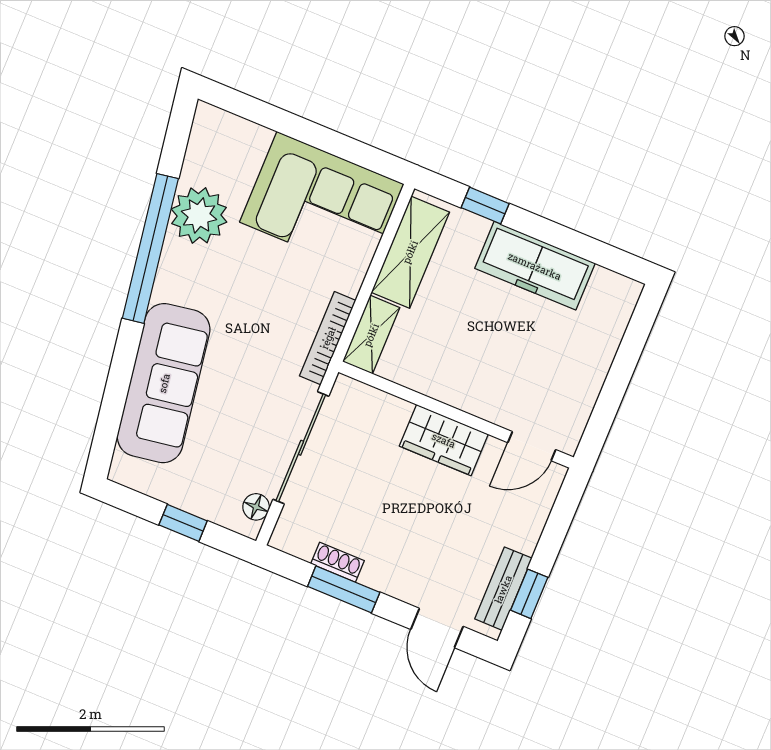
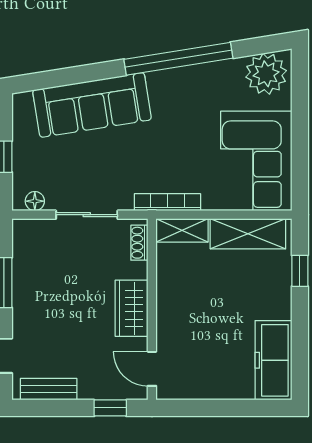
plant: (199, 215) -> (266, 74), moved
freezer: (535, 266) -> (273, 360), moved
sliding door: (301, 448) -> (87, 215), width x0.73
shoe rack: (338, 562) -> (139, 243), moved, turned 180
window: (529, 594) -> (110, 408), moved

